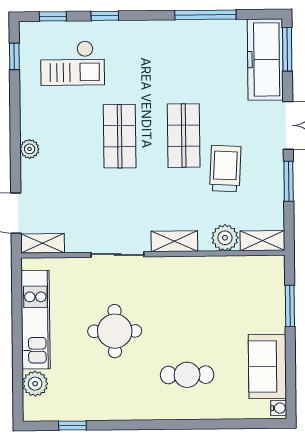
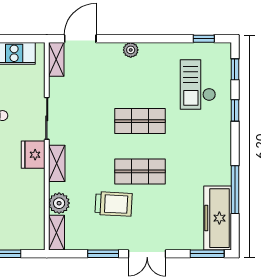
freezer: (265, 59) -> (218, 218), moved, turned -90
fridge: (164, 271) -> (33, 155), added

